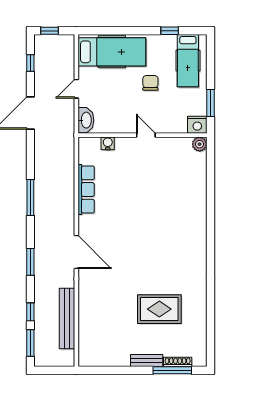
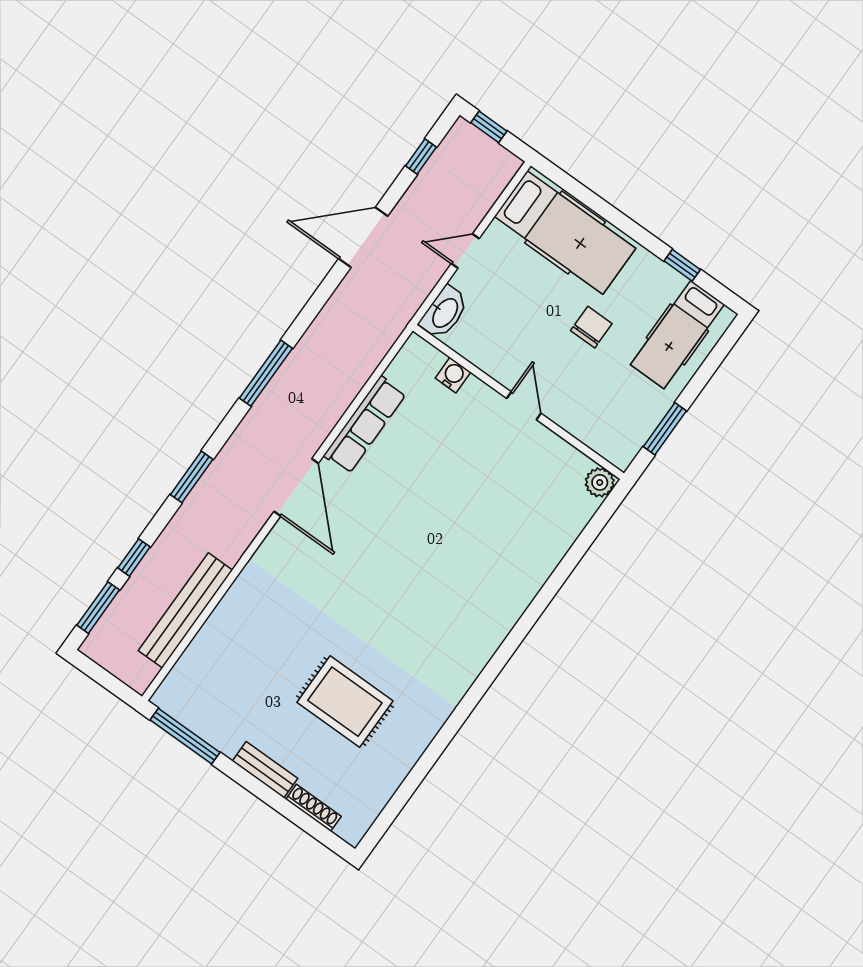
nightstand: (197, 125) -> (619, 449), removed
door: (76, 252) -> (296, 487), moved
window: (172, 370) -> (185, 736), moved

